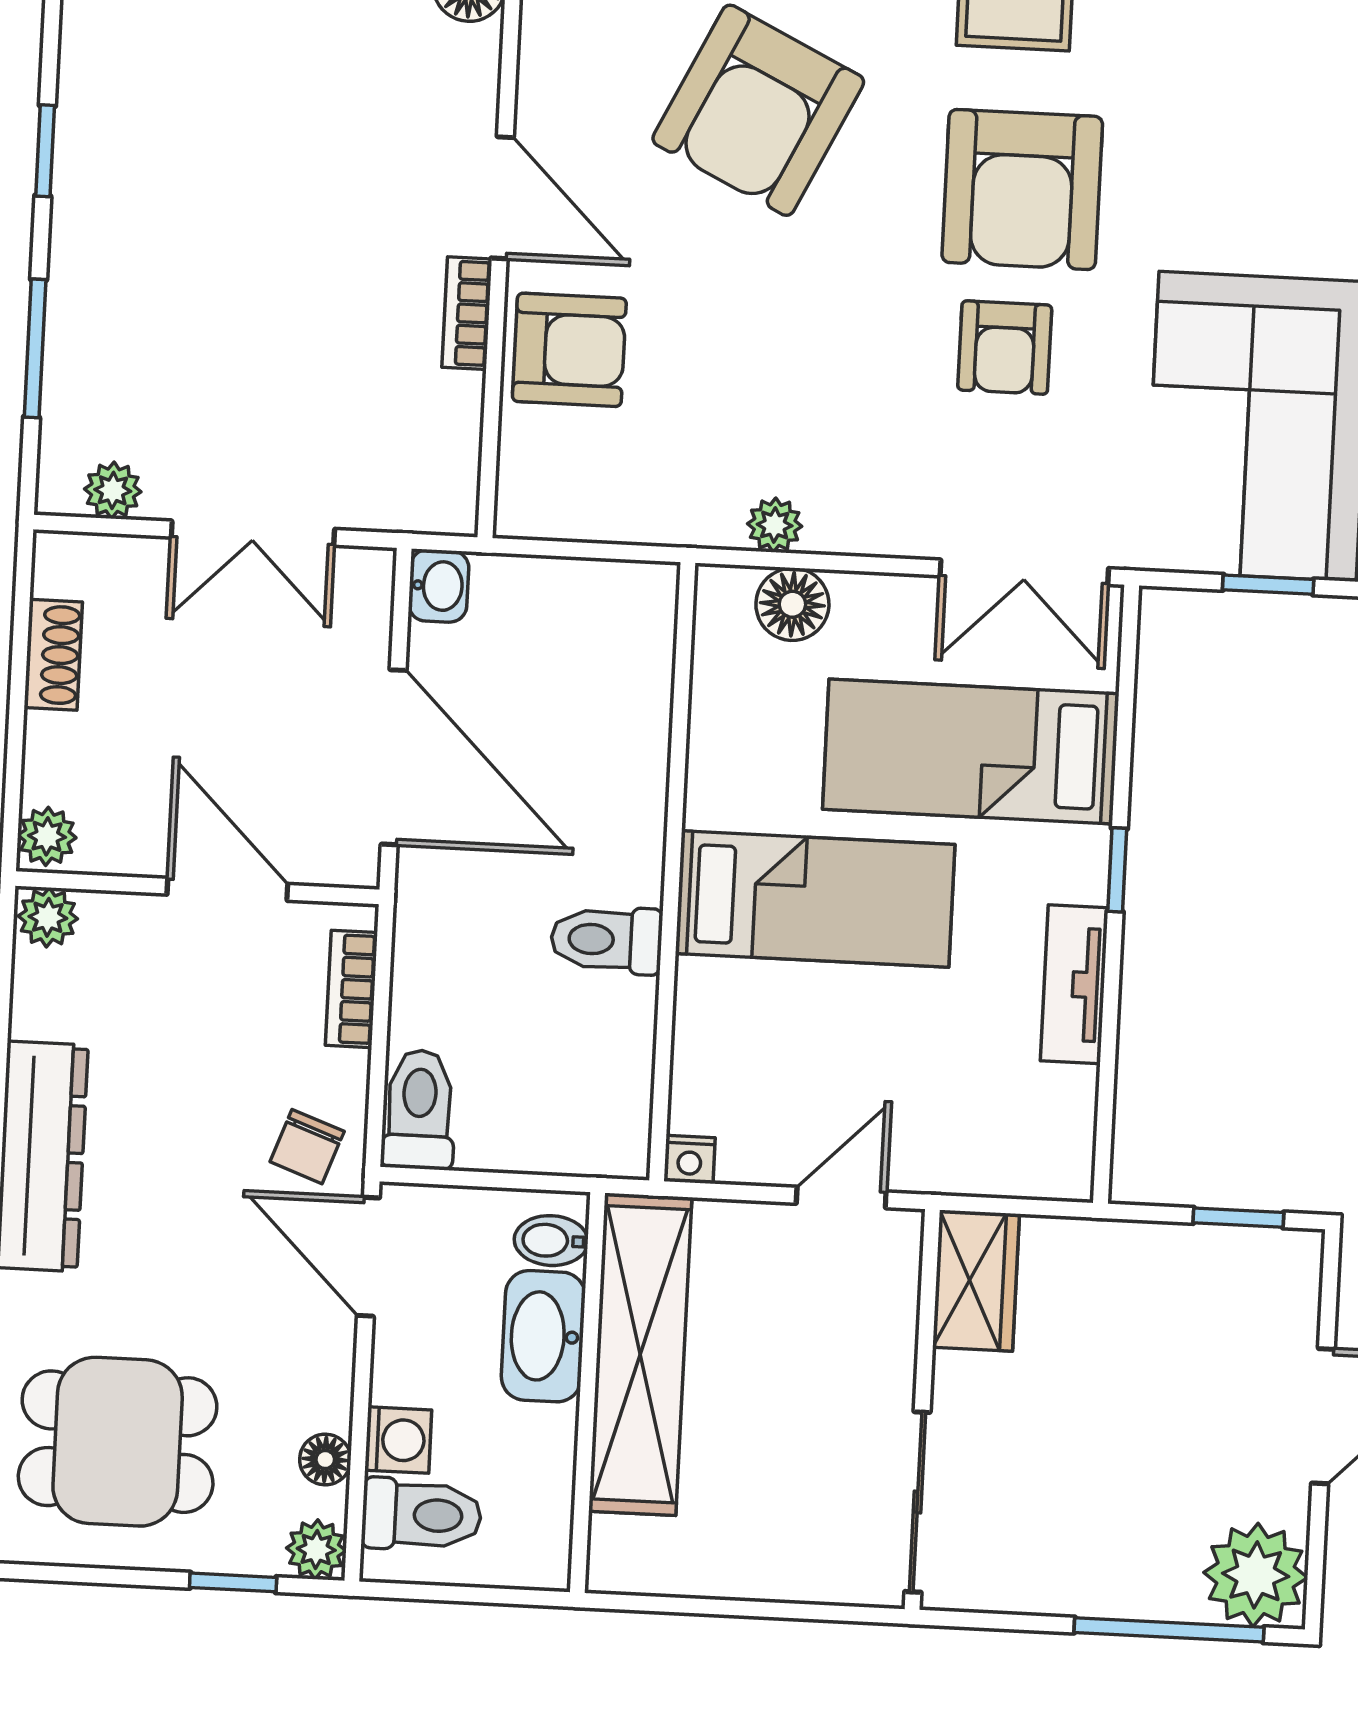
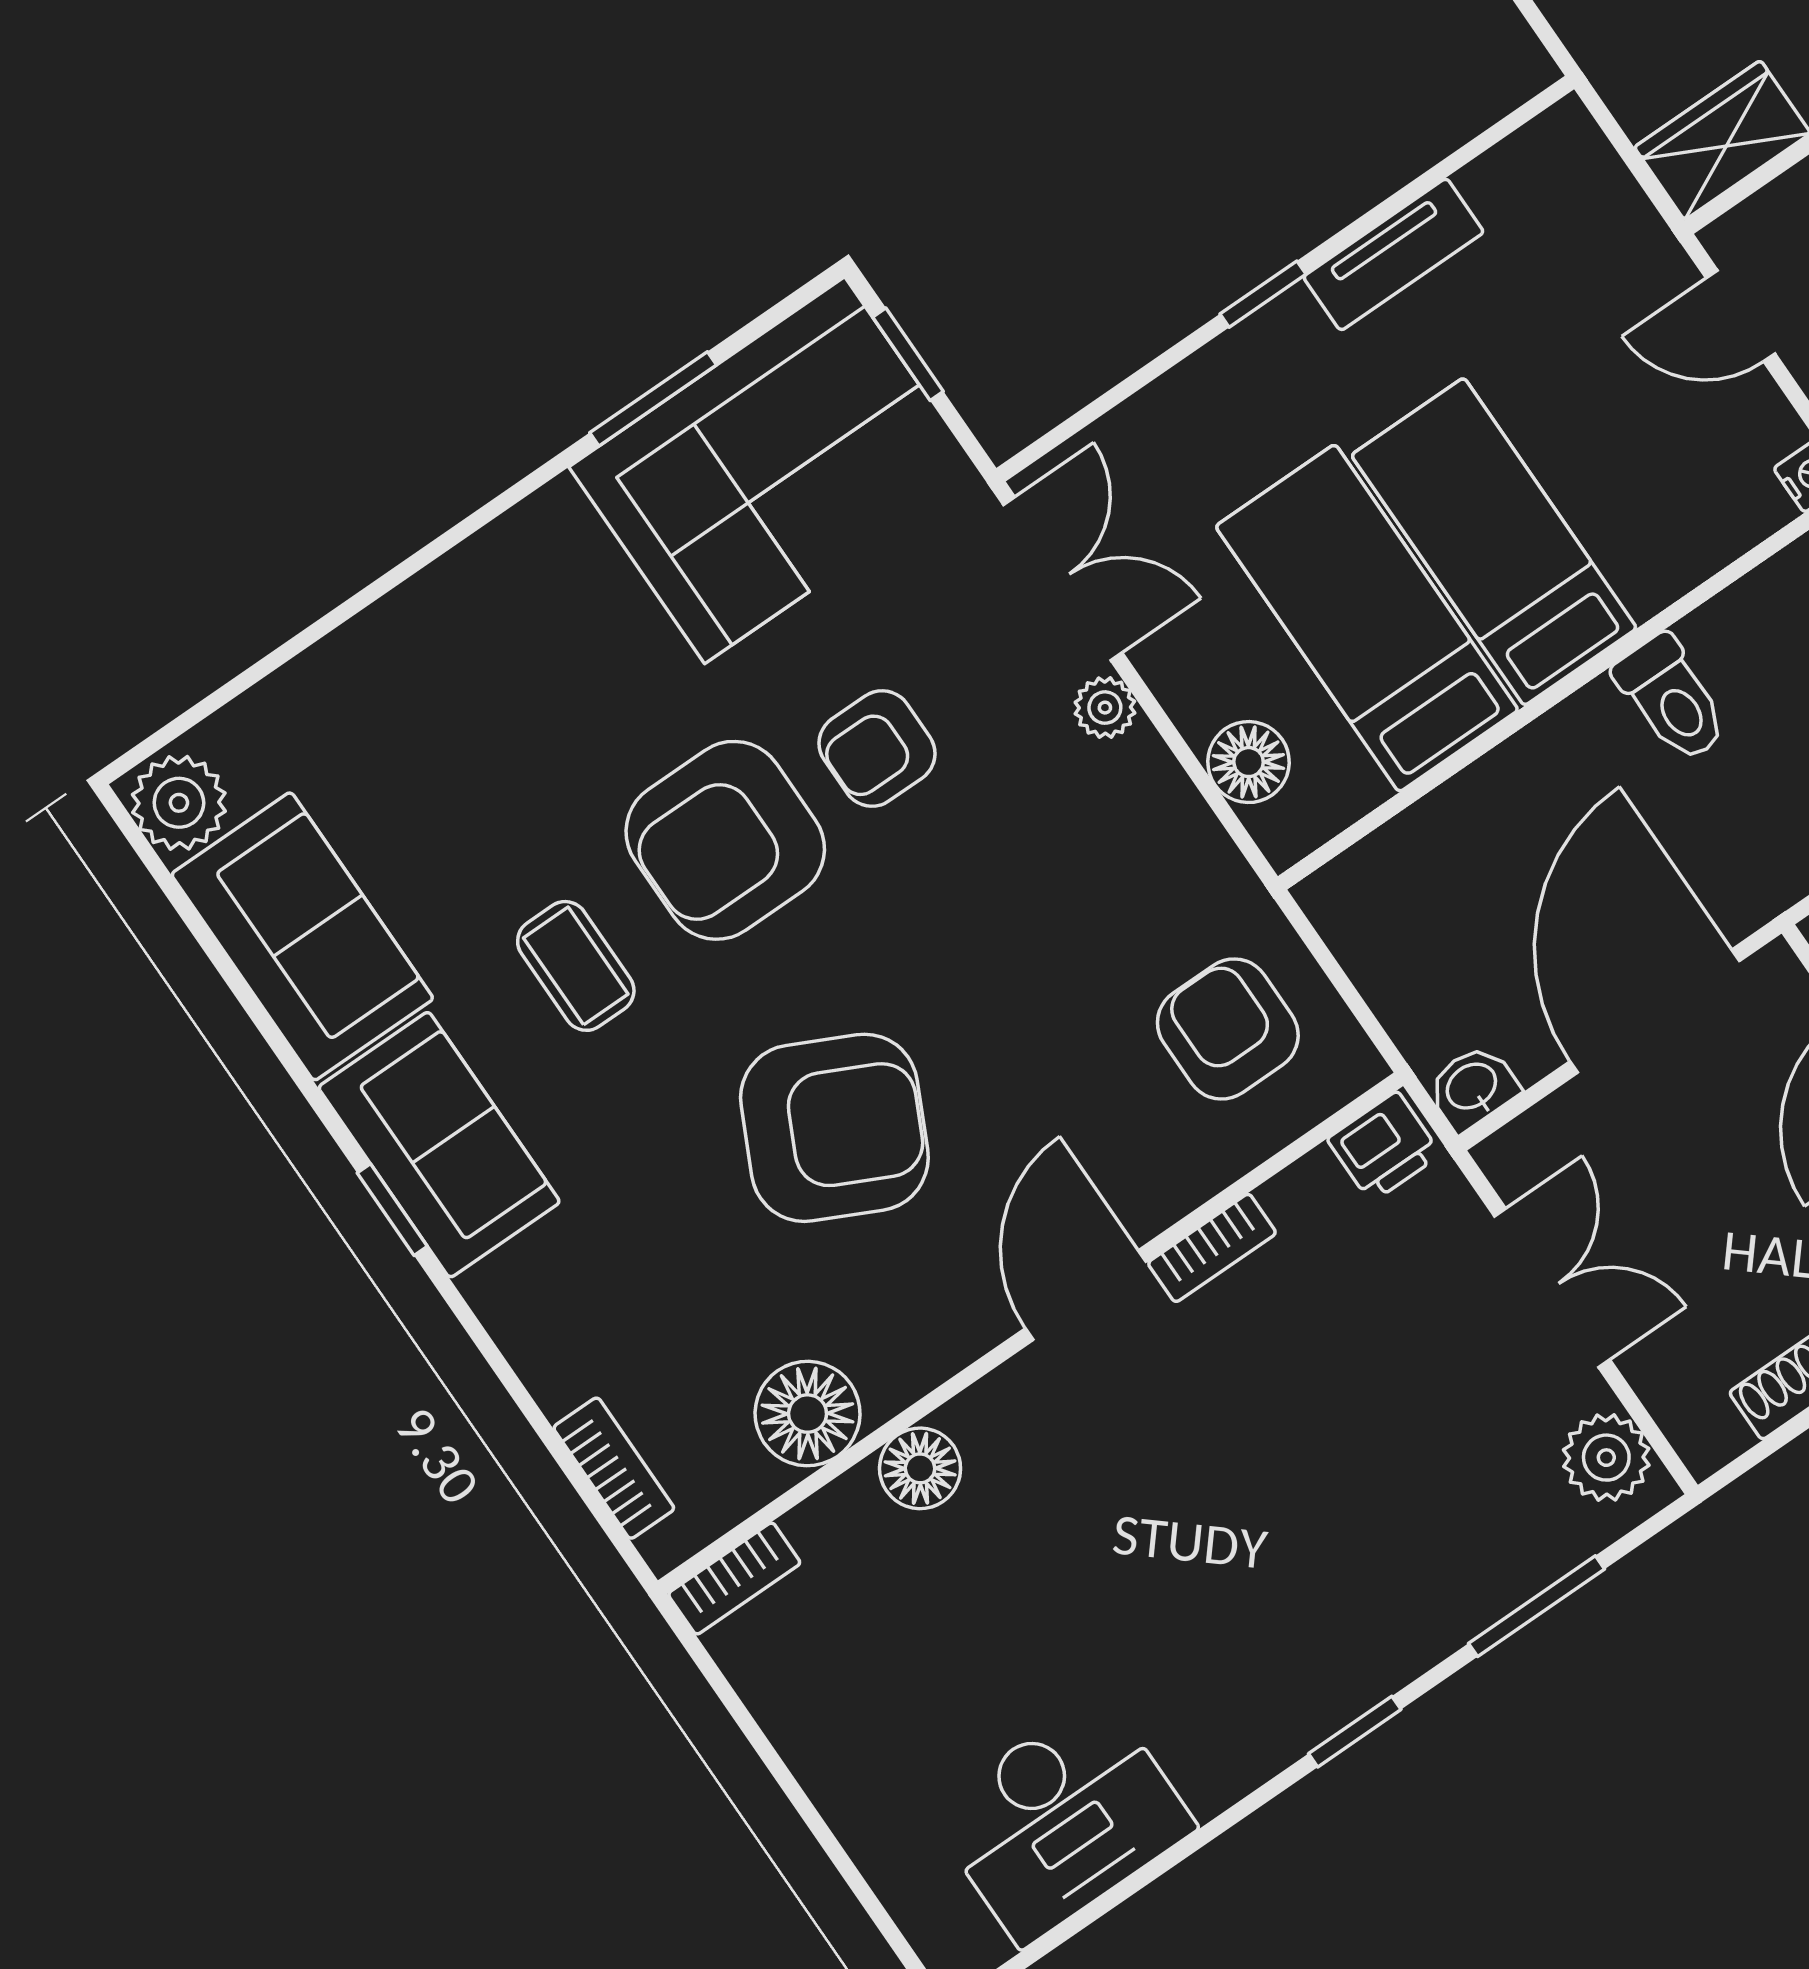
armchair: (1022, 189) -> (725, 840), turned 180
armchair: (1005, 348) -> (877, 748), turned 180
armchair: (569, 350) -> (1228, 1029), moved
plant: (113, 490) -> (1606, 1458), width x1.38, depth x1.38
printer: (445, 491) -> (1384, 1147), added
plant: (775, 525) -> (1105, 708), moved
bed: (971, 752) -> (1367, 618), moved, turned 180

